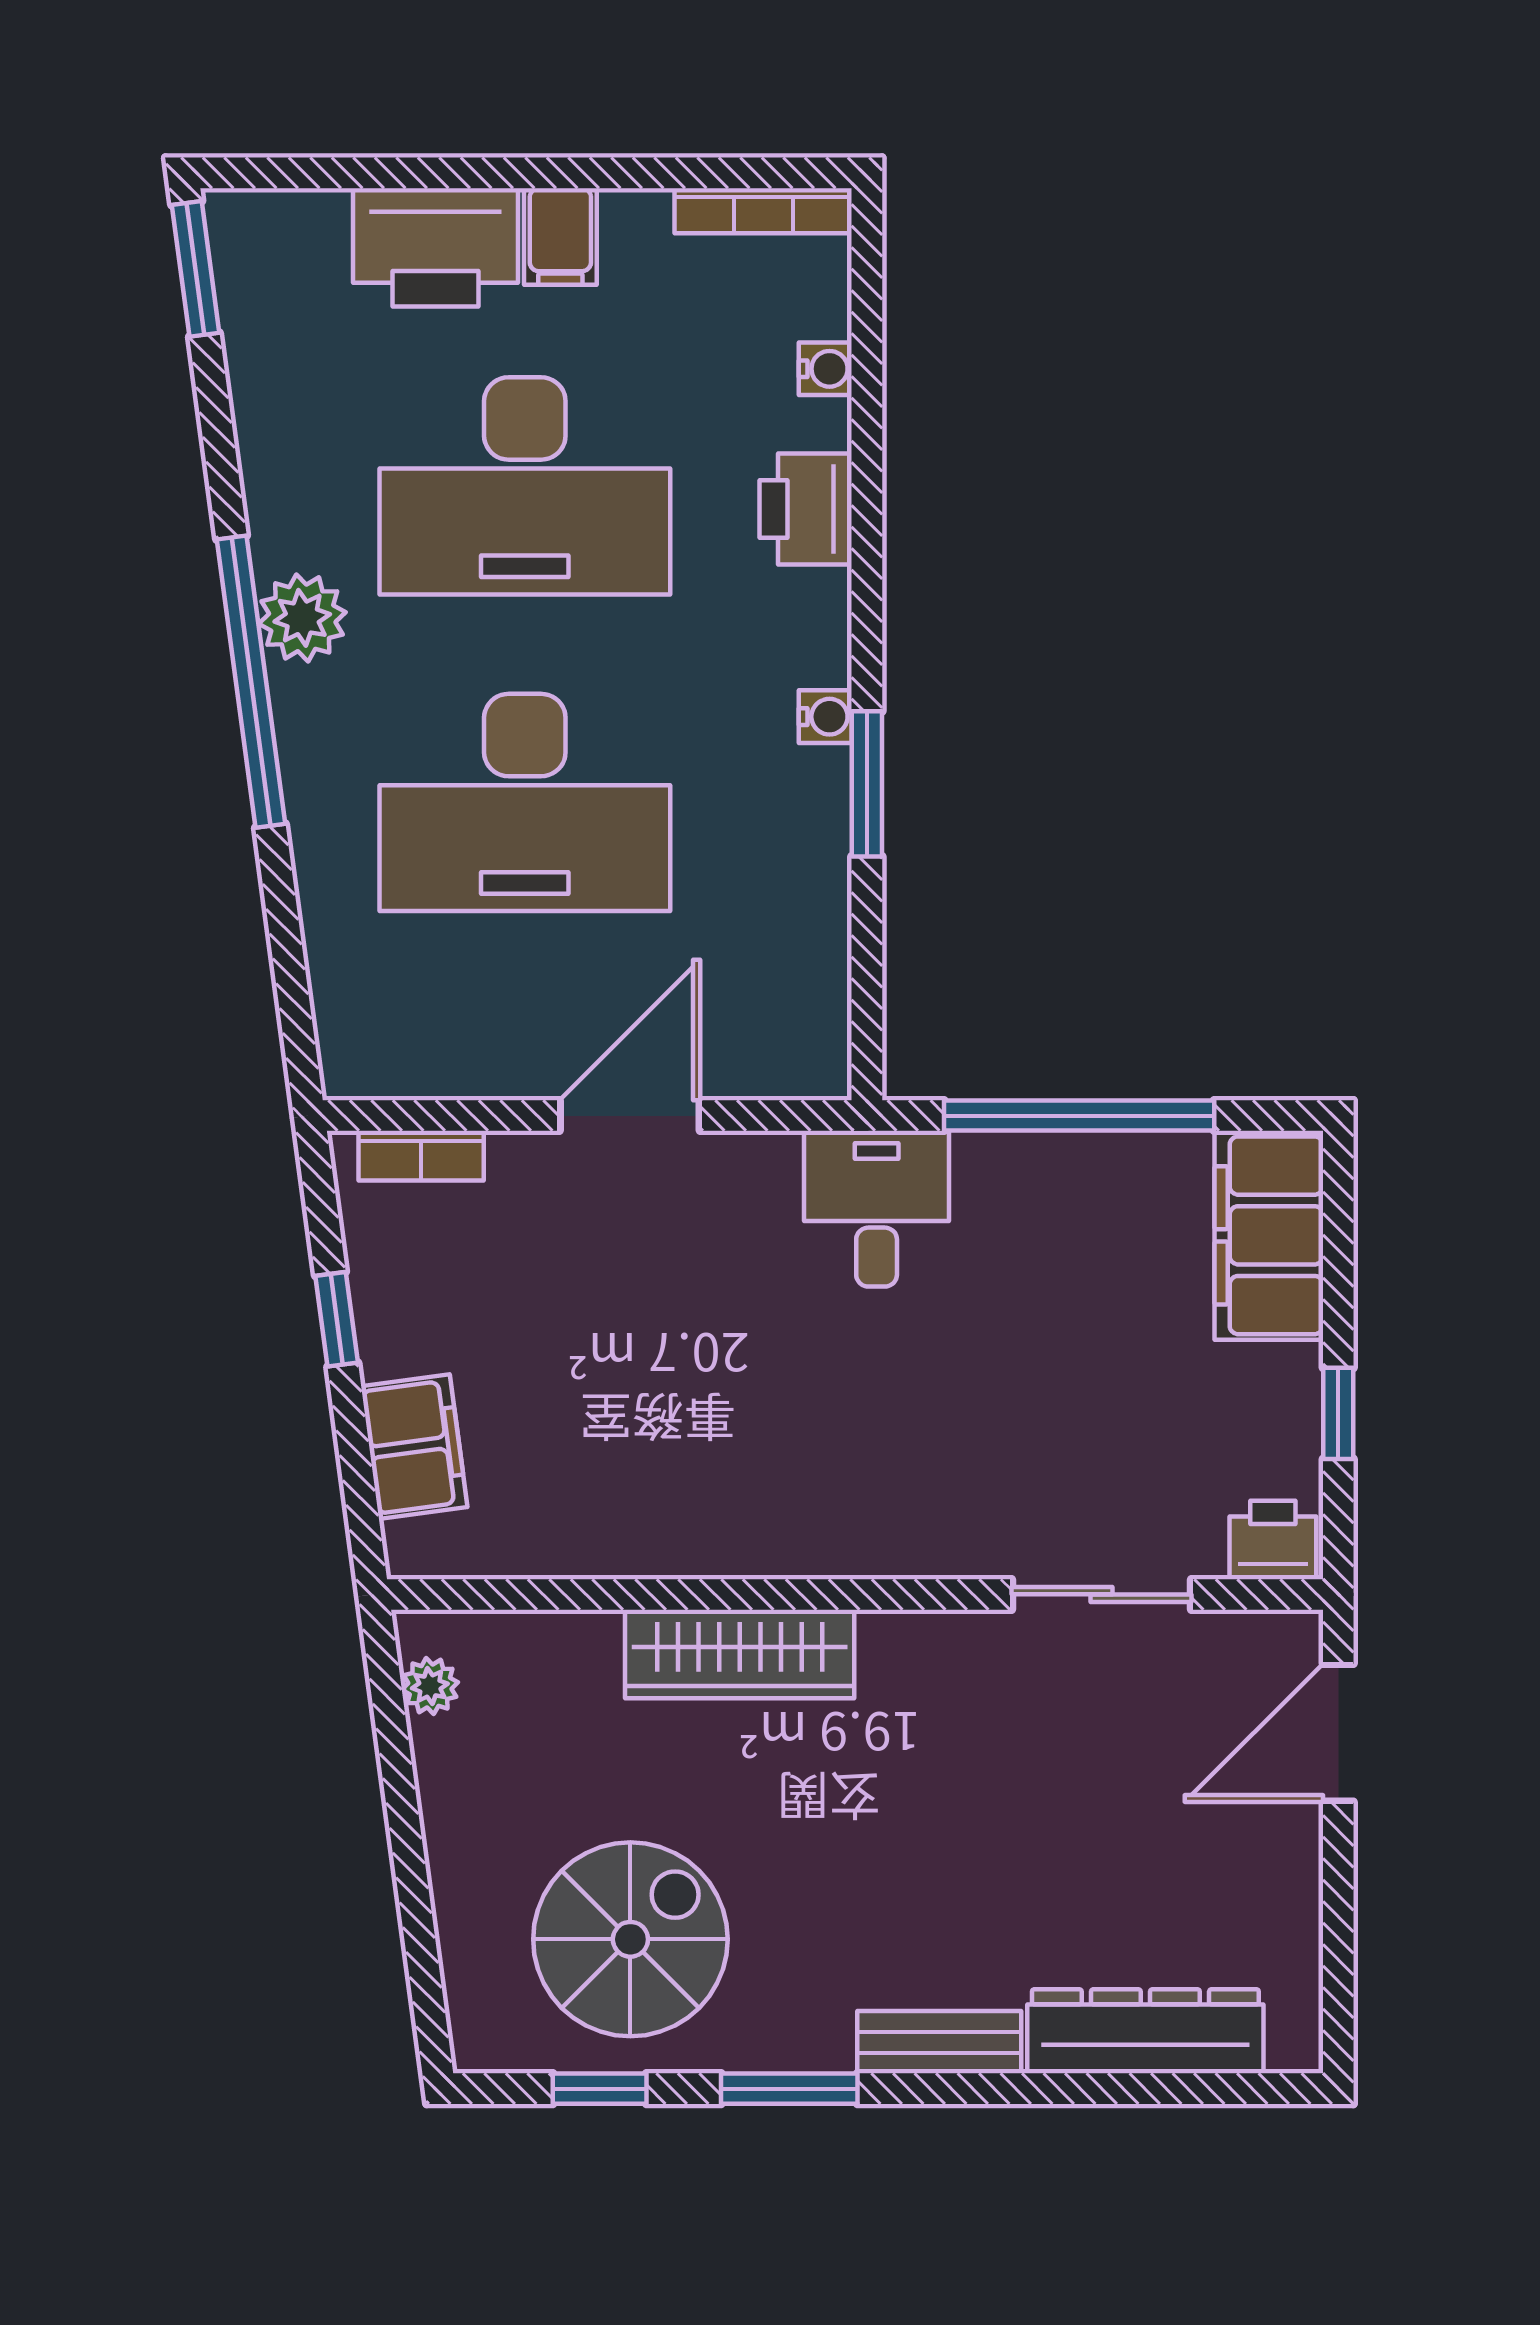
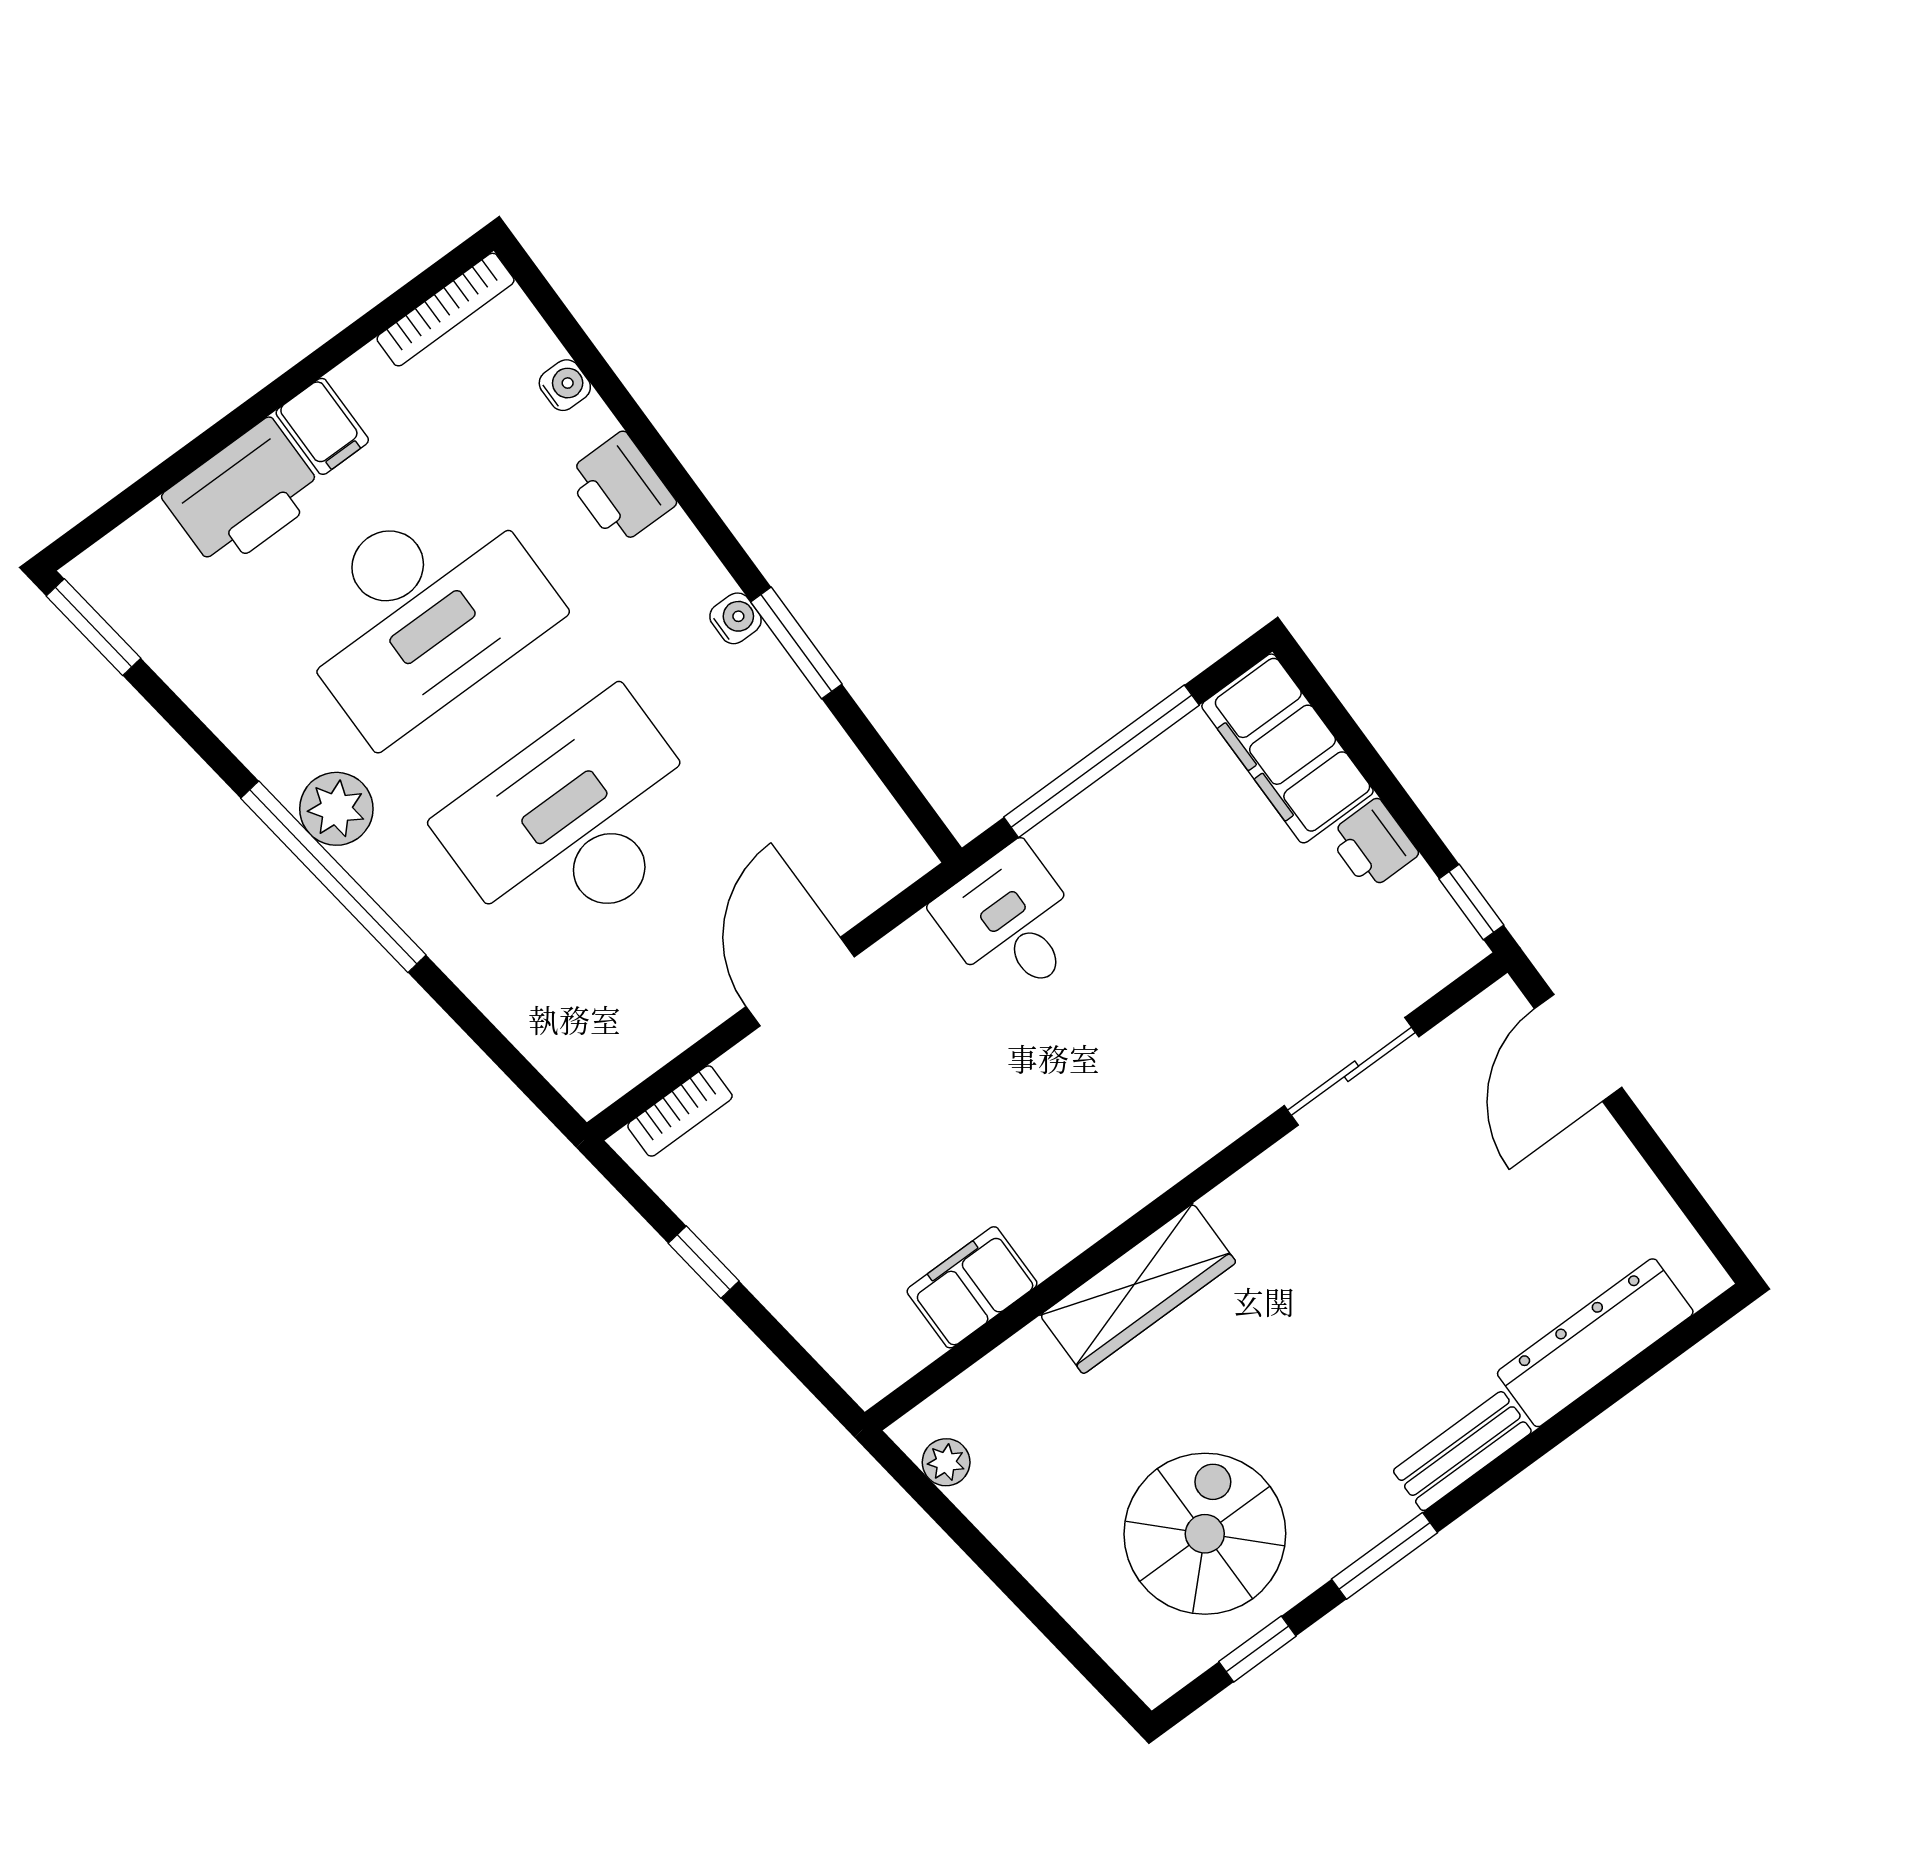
desk: (525, 802) -> (576, 823), turned 180
window: (1338, 1413) -> (1471, 902), moved
filing cabinet: (414, 1447) -> (972, 1287), moved, turned -82
printer: (1273, 1540) -> (1373, 844), moved, turned -90

